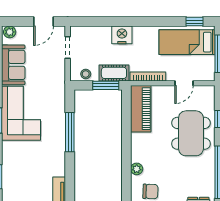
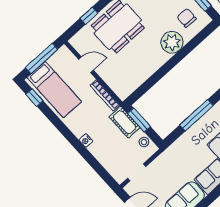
nightstand: (122, 35) -> (86, 141), width x0.53, depth x0.56
piano: (141, 109) -> (133, 79), removed
plant: (137, 169) -> (172, 42), width x1.88, depth x1.88

